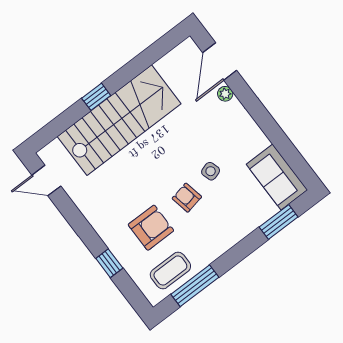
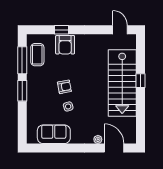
sofa: (277, 177) -> (54, 134), moved
door: (46, 181) -> (120, 30), hinge flipped
window: (279, 222) -> (22, 91), moved
armchair: (151, 228) -> (65, 45), moved

